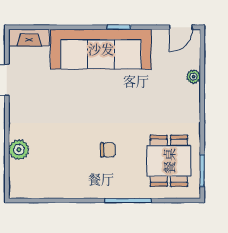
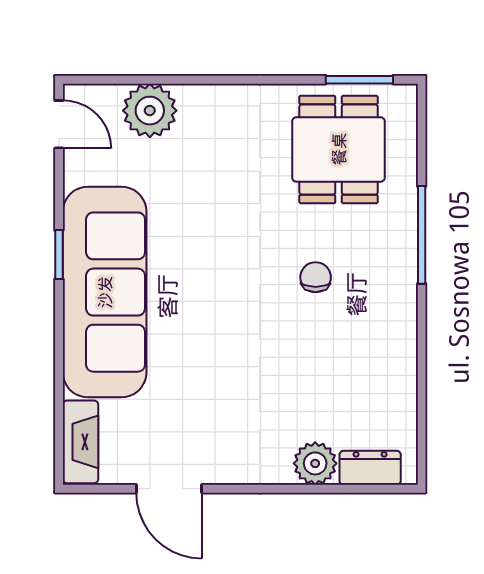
plant: (193, 77) -> (150, 111), width x1.88, depth x1.88
dining table: (169, 161) -> (339, 149), turned 90
dresser: (17, 176) -> (370, 468), added

